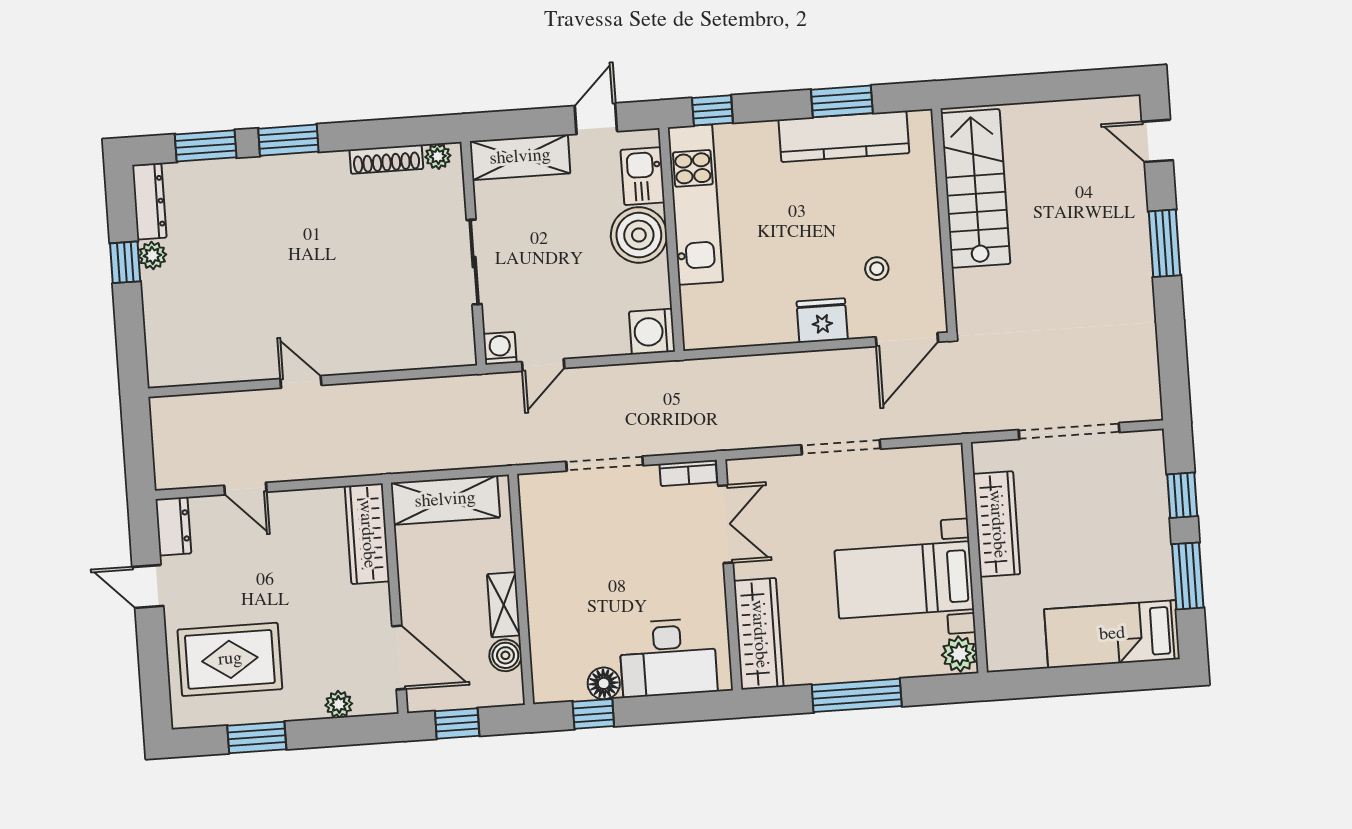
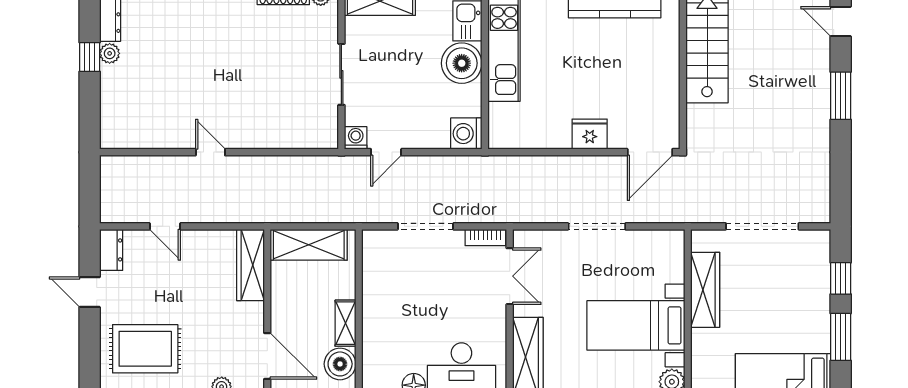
stool: (877, 269) -> (632, 99), removed
boiler: (505, 655) -> (340, 364), width x1.36, depth x1.36

